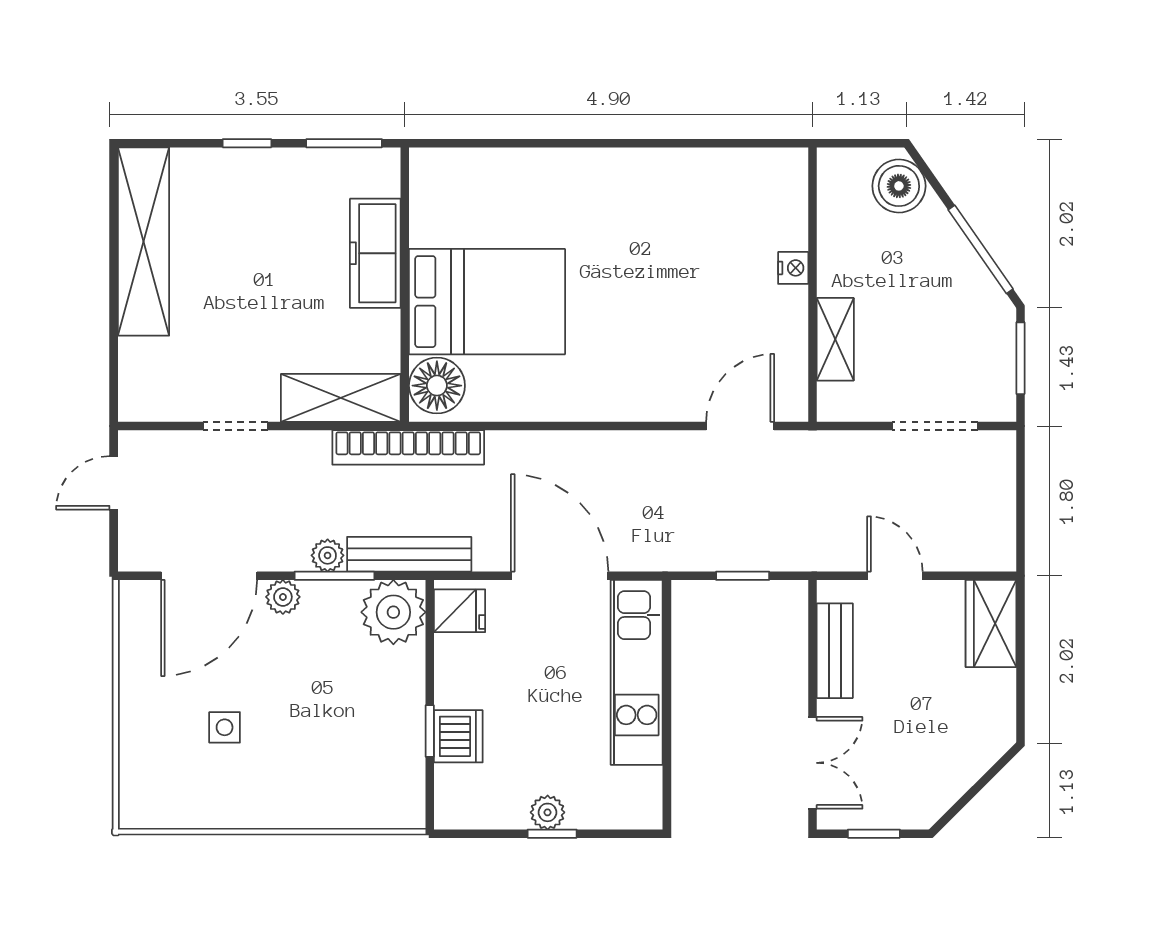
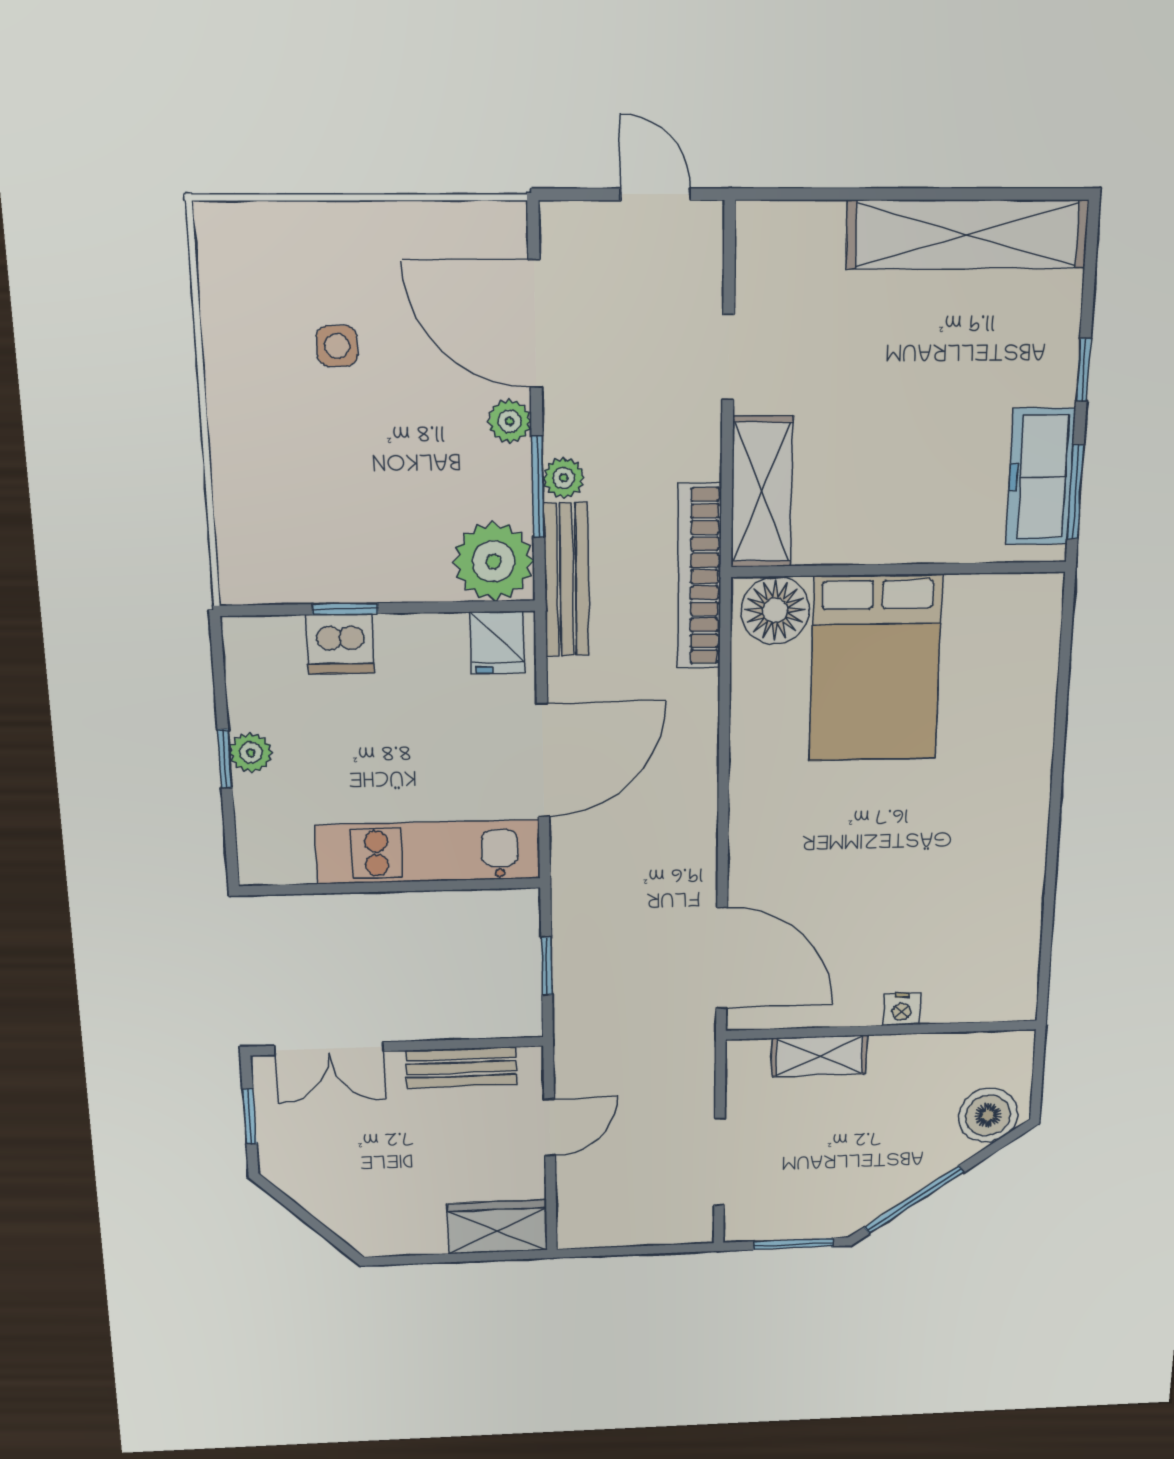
freezer: (375, 253) -> (1040, 477), moved, turned -90
door: (740, 426) -> (722, 958), width x1.36

